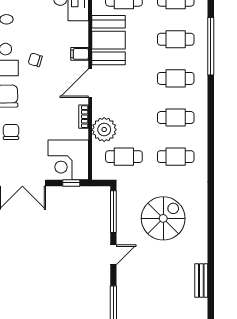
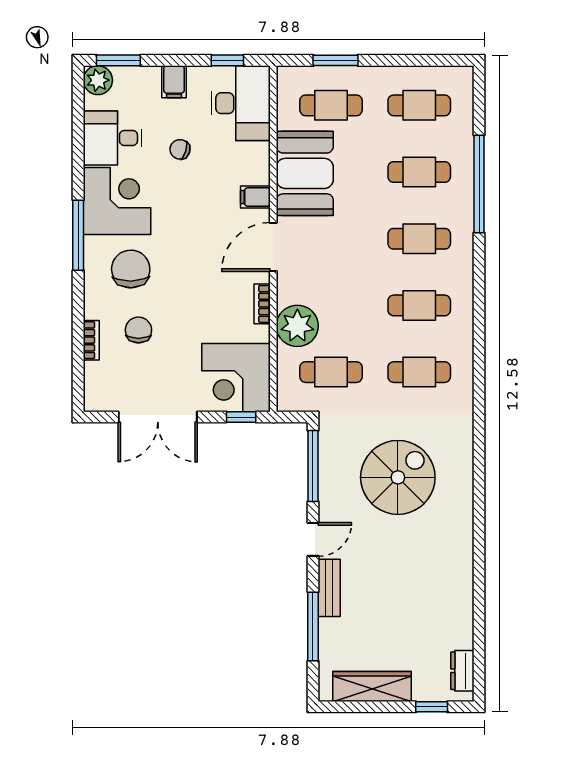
chair: (35, 60) -> (180, 149), moved
bench: (201, 281) -> (329, 588), moved

